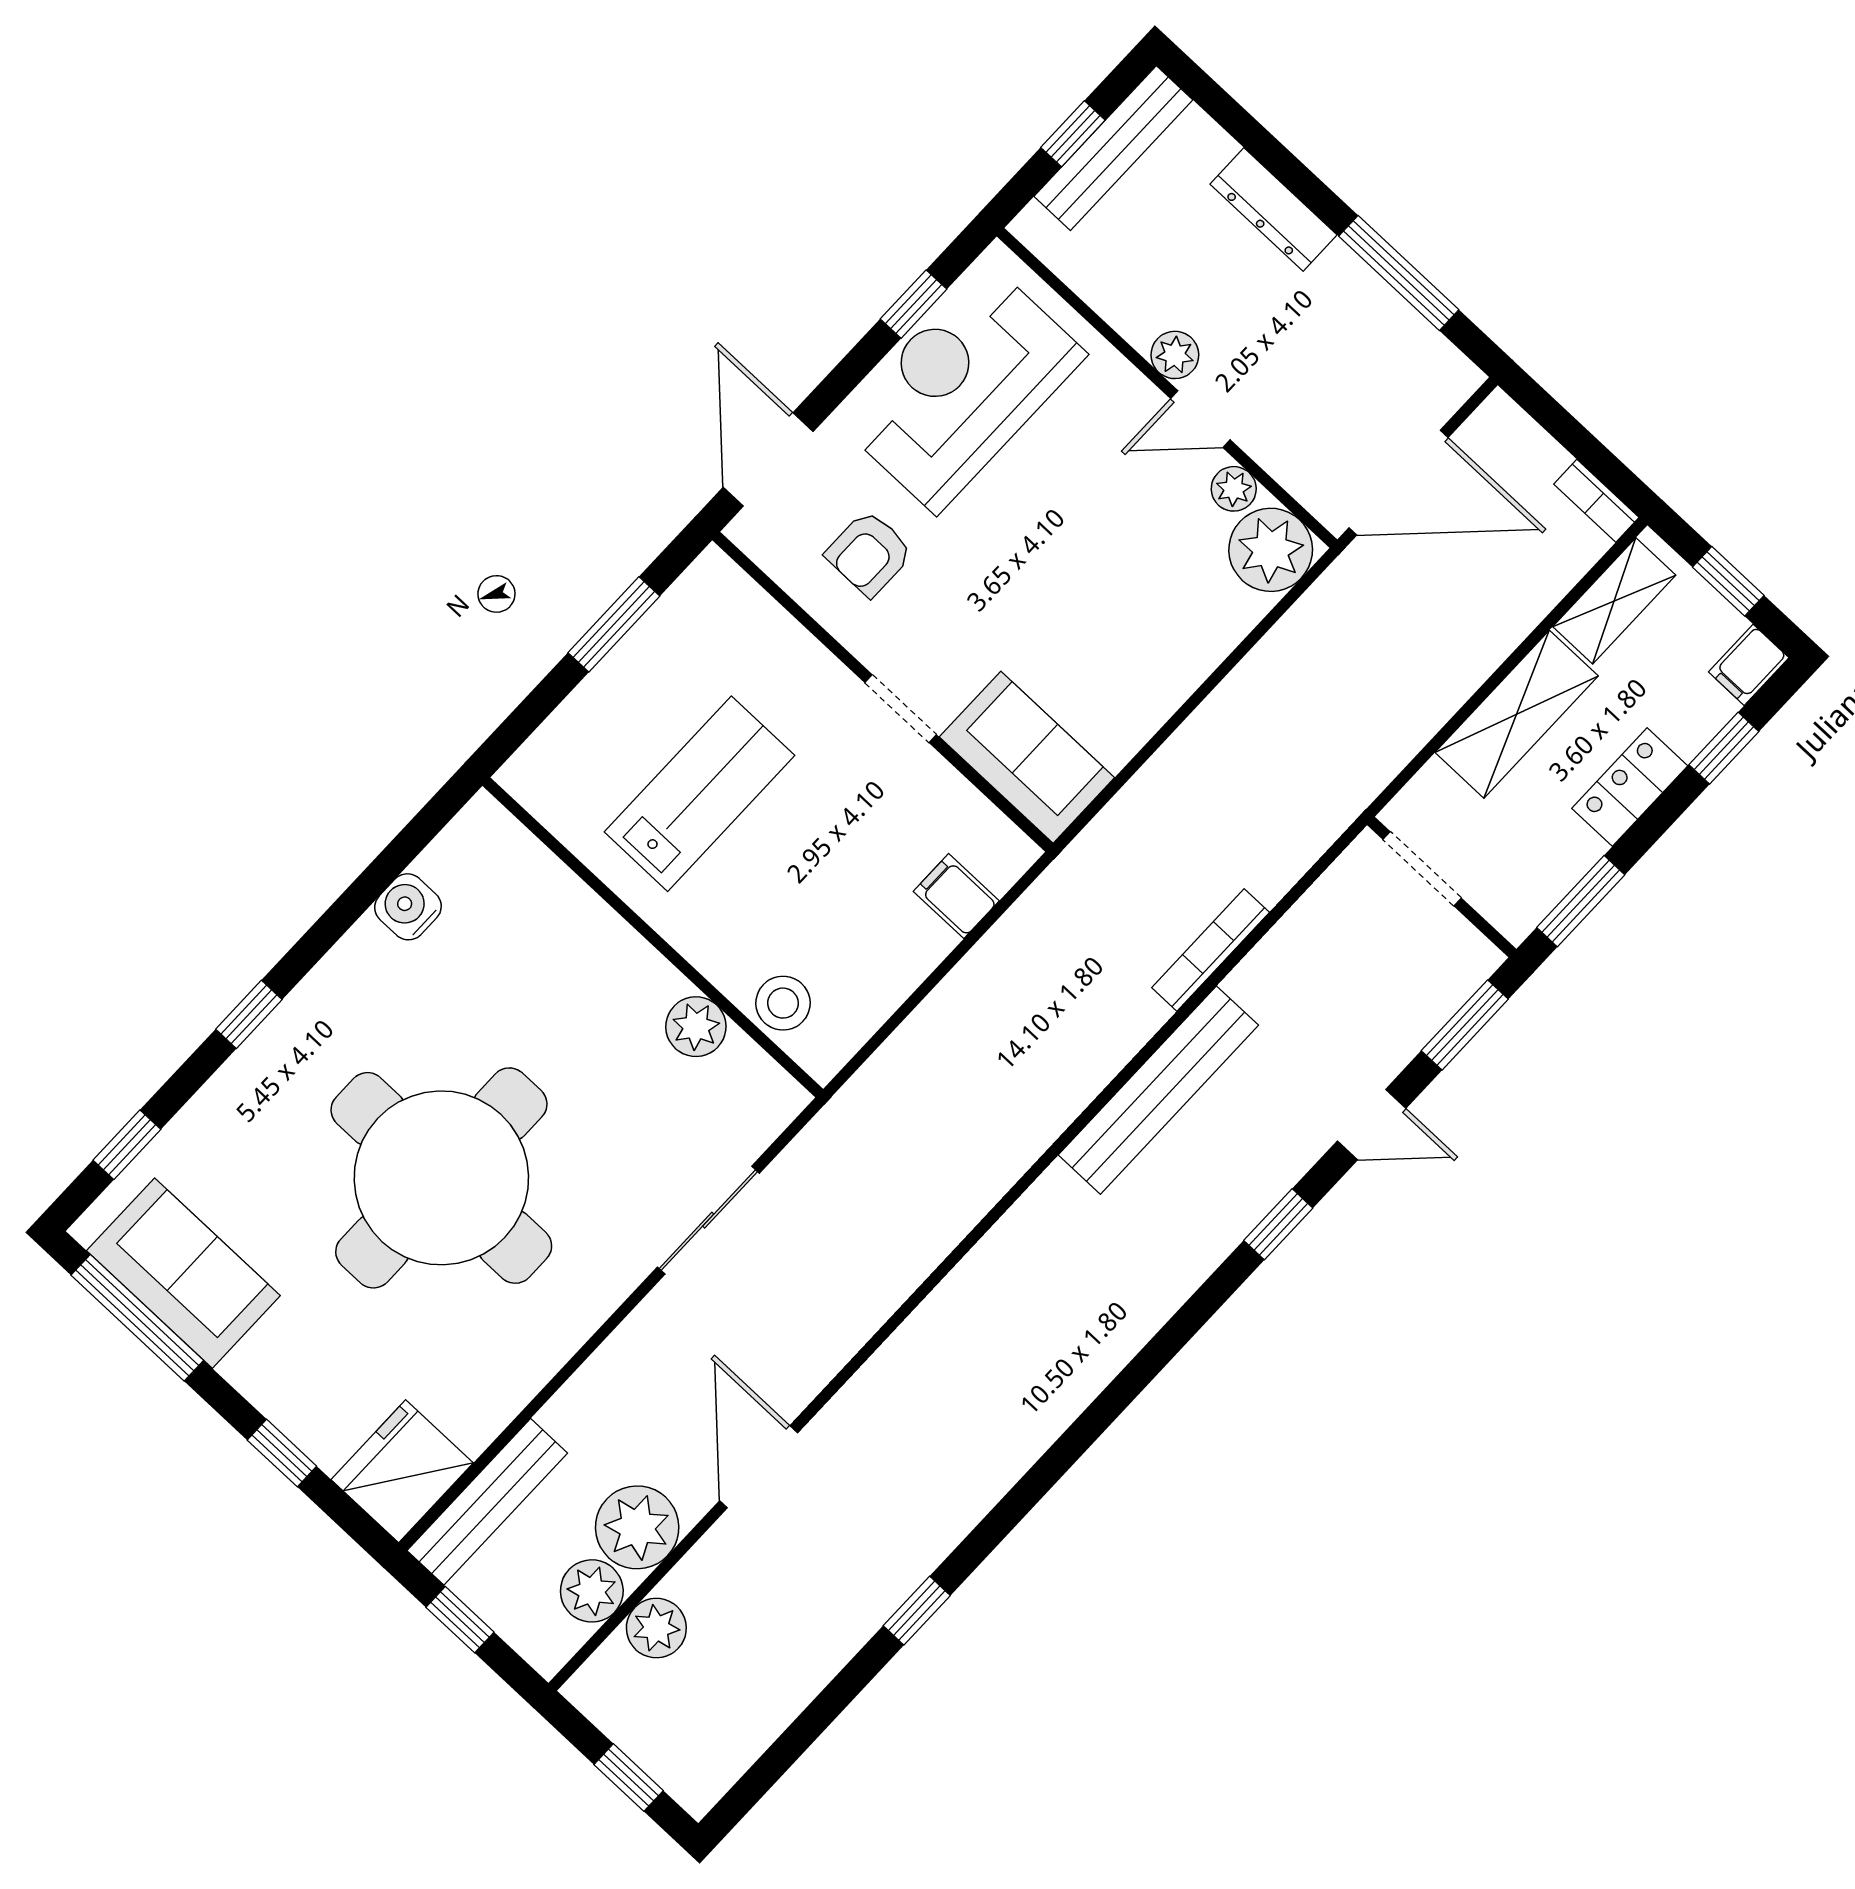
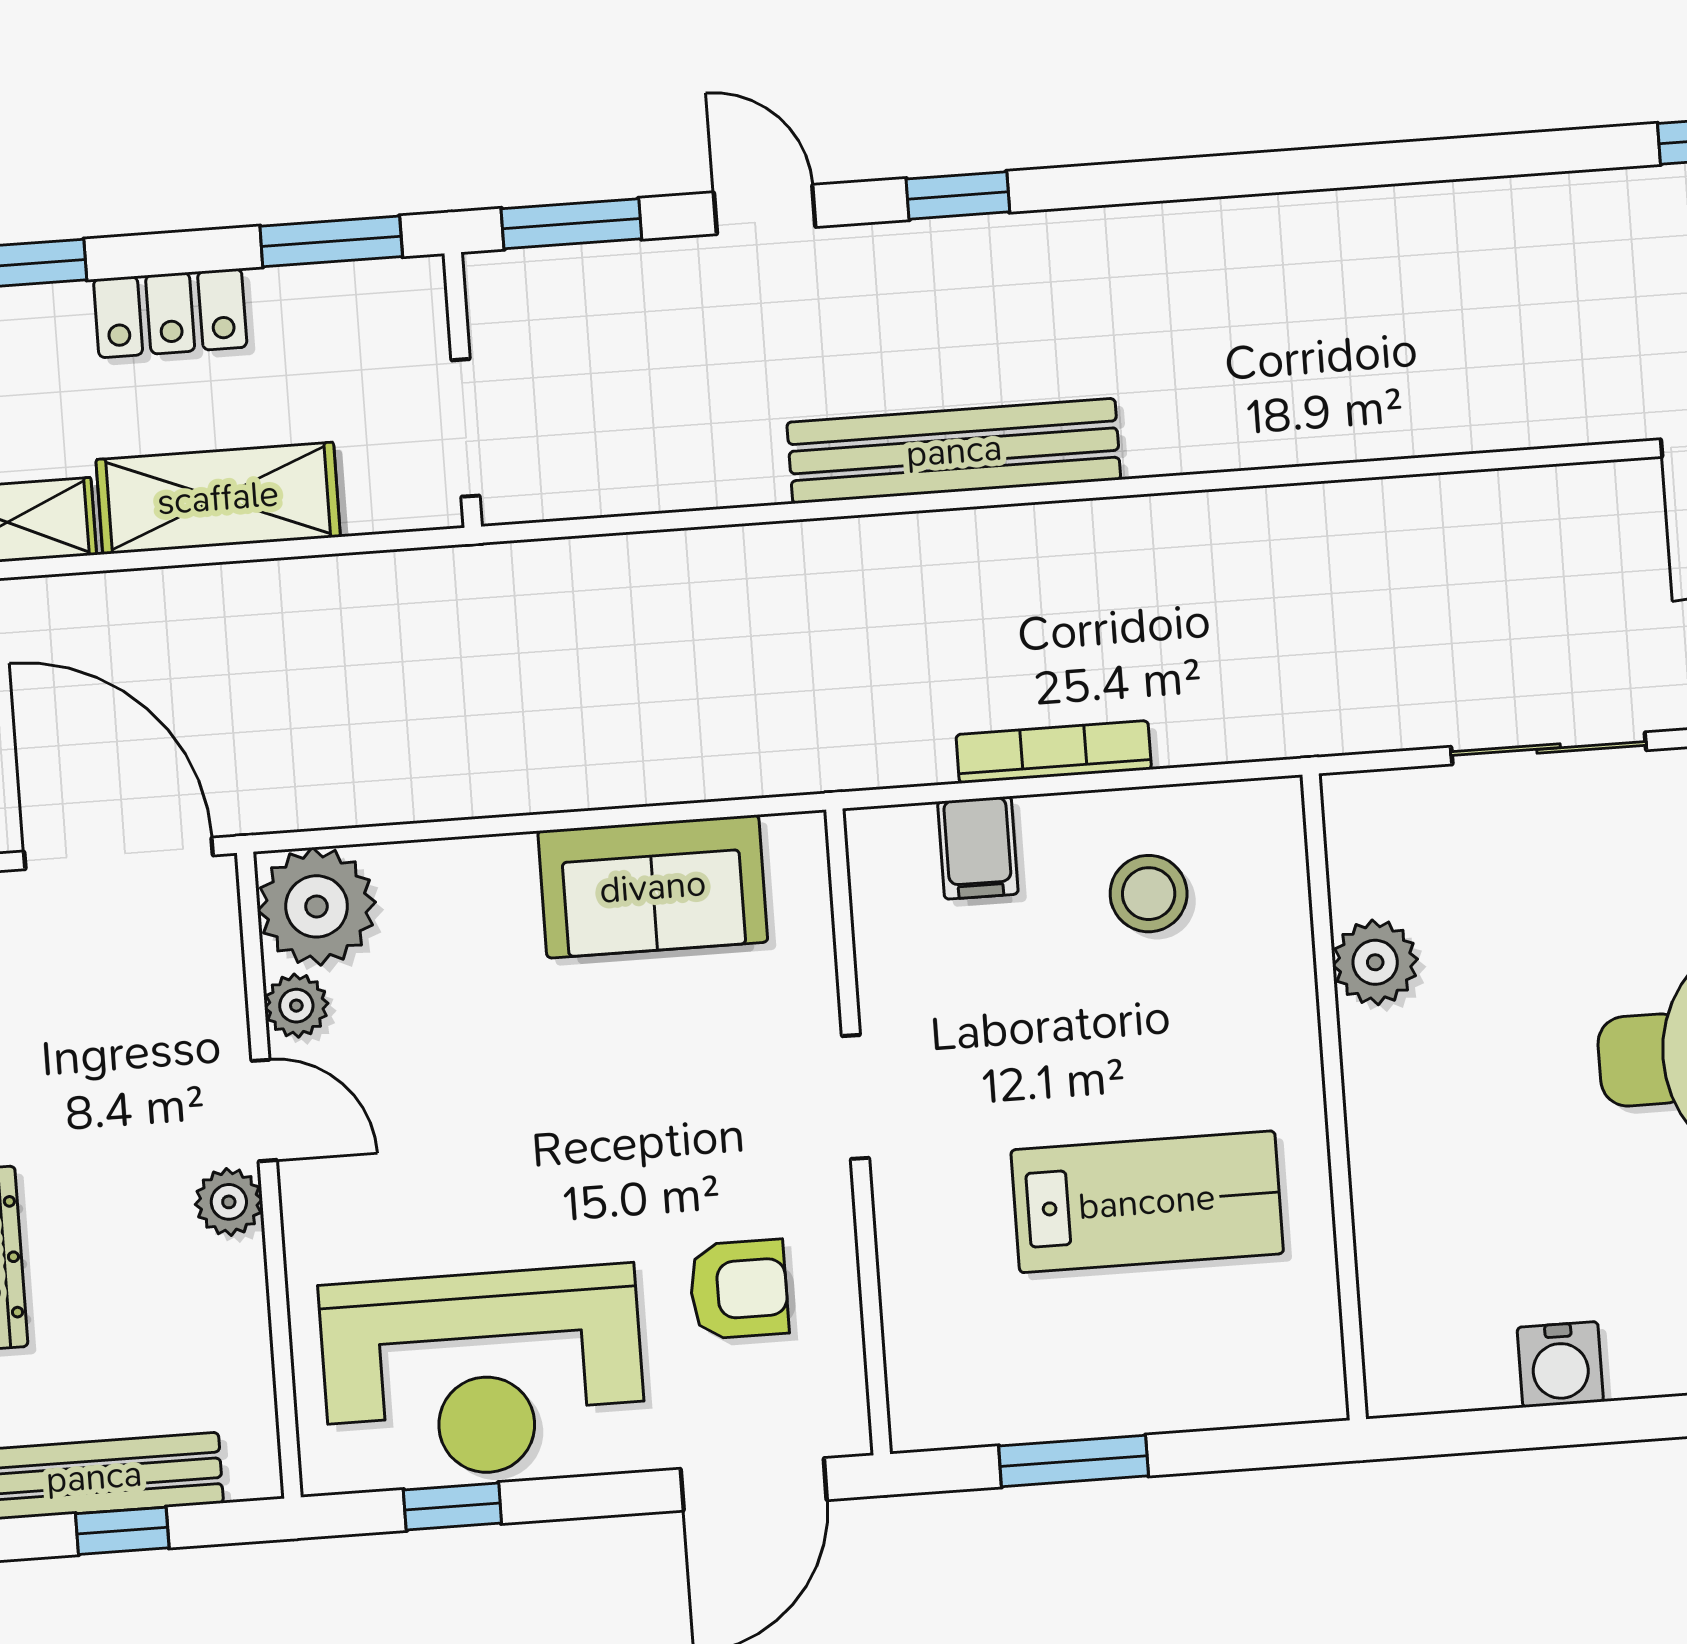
sofa: (1027, 757) -> (653, 887), moved, turned -90
lab bench: (700, 794) -> (1147, 1202), turned 180
bookcase: (1211, 950) -> (1054, 752), moved, turned 180
stool: (783, 1003) -> (1149, 894), moved

